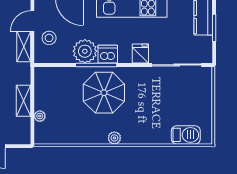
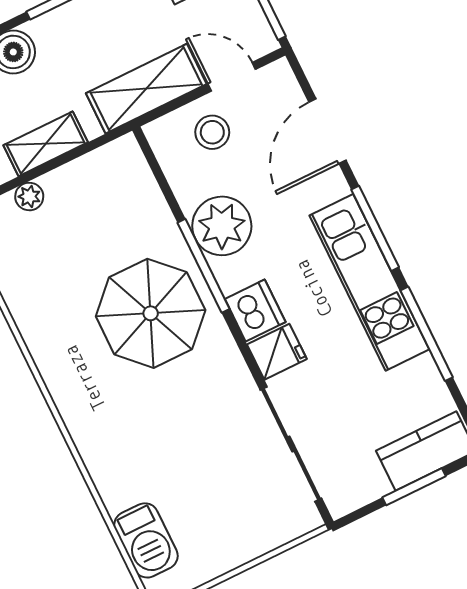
shelving: (24, 47) -> (146, 89), width x1.50, depth x1.33
dishwasher: (108, 54) -> (255, 310), moved
plant: (114, 138) -> (62, 386), removed

